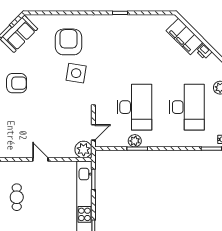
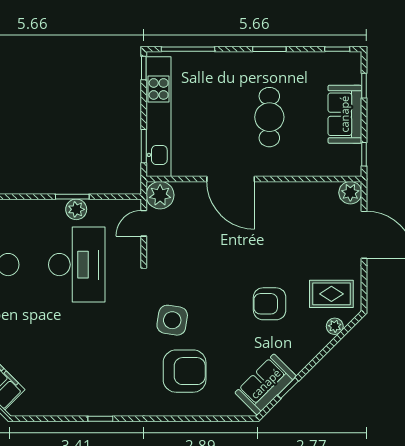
armchair: (68, 42) -> (185, 371), turned -90
desk: (134, 107) -> (77, 265), turned 180
door: (40, 159) -> (231, 179), width x1.87
cafe table: (17, 197) -> (269, 117), width x1.37, depth x1.35

